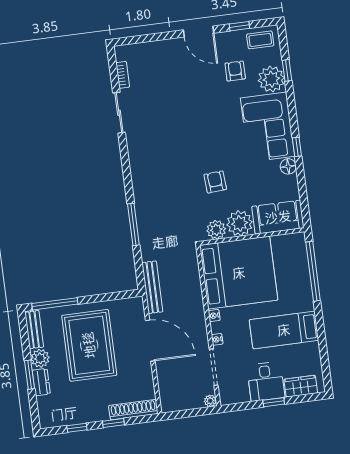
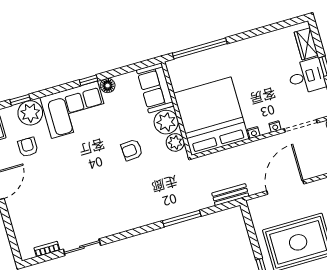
armchair: (235, 71) -> (28, 147), turned 90
bench: (152, 287) -> (230, 195), width x0.73
bed: (284, 330) -> (257, 67), removed

